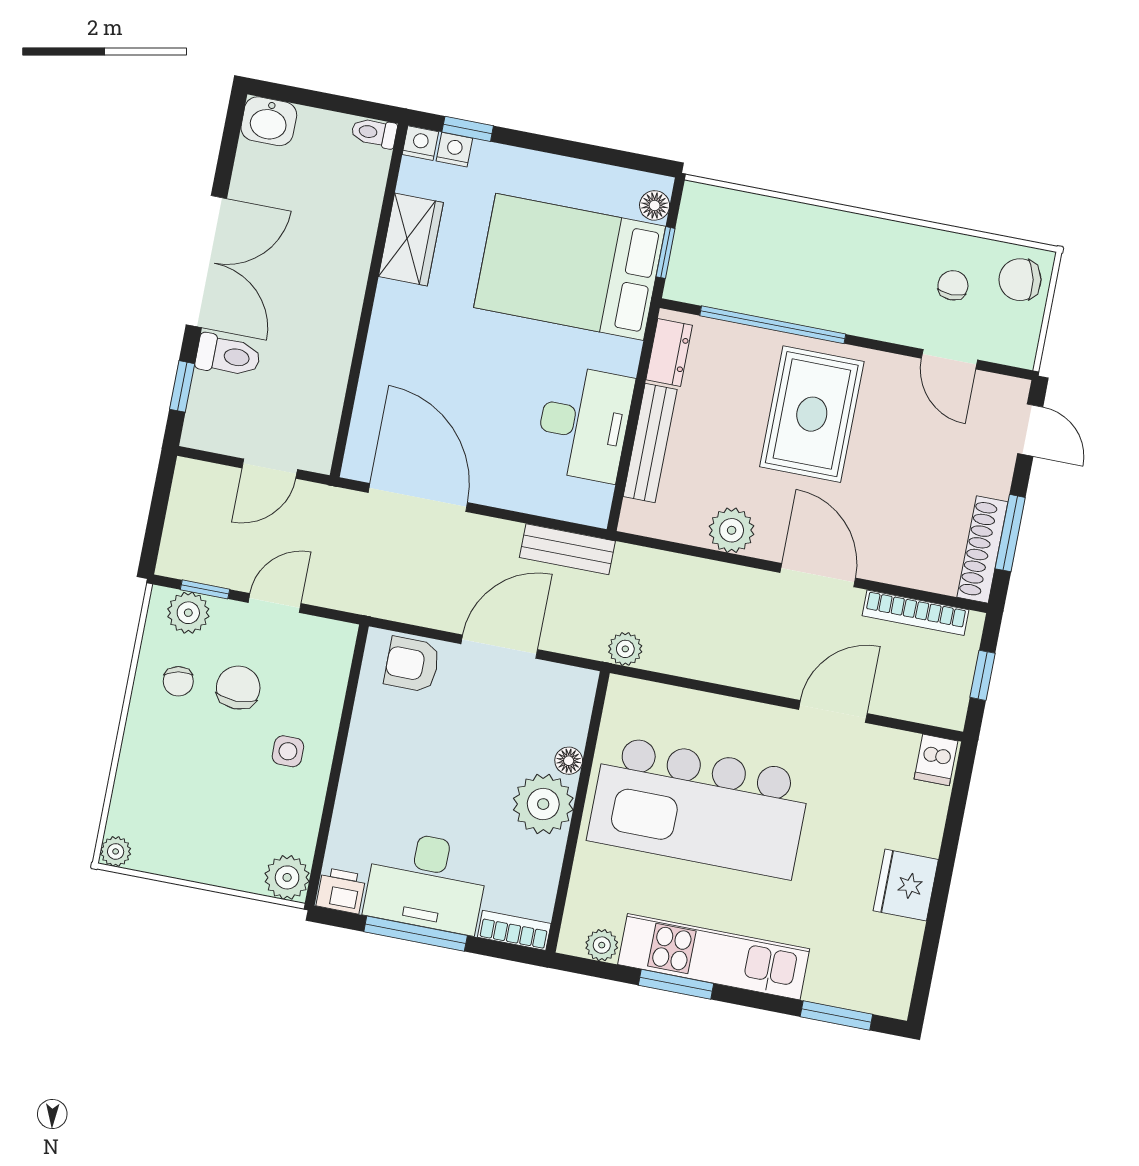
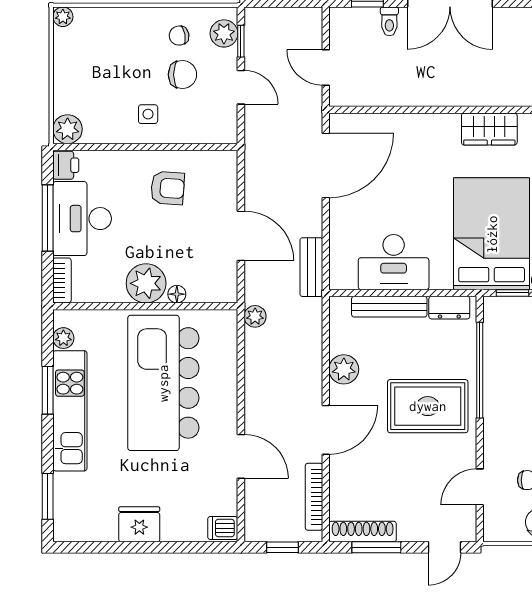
toilet: (228, 356) -> (389, 21), width x0.73, depth x0.72
armchair: (412, 664) -> (168, 188), moved, turned 94

